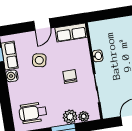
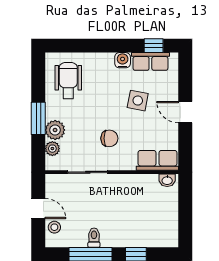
row of seats: (71, 32) -> (157, 160), moved, turned 90
washbasin: (98, 56) -> (167, 180), moved

